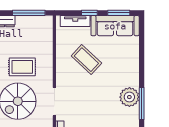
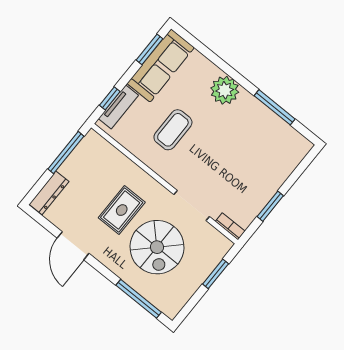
window: (89, 13) -> (110, 98), moved
coffee table: (86, 60) -> (173, 130), turned -43
plant: (129, 97) -> (225, 90), moved

